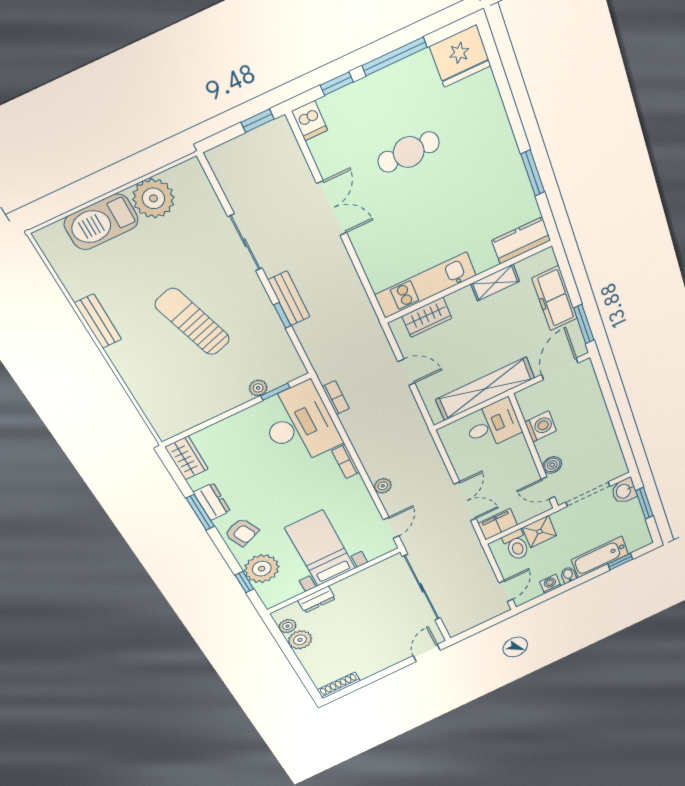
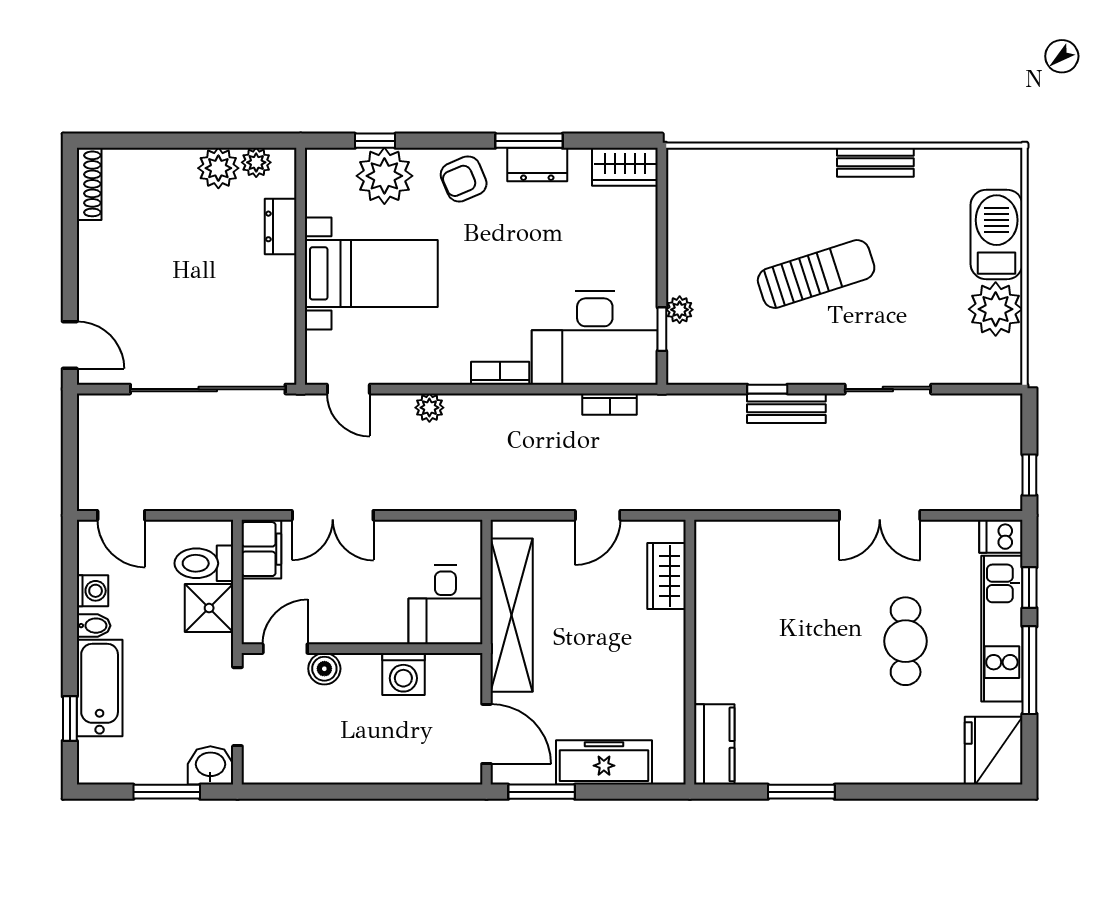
shelving: (495, 283) -> (670, 688), removed
kitchen unit: (426, 285) -> (1002, 629), moved, turned 180

